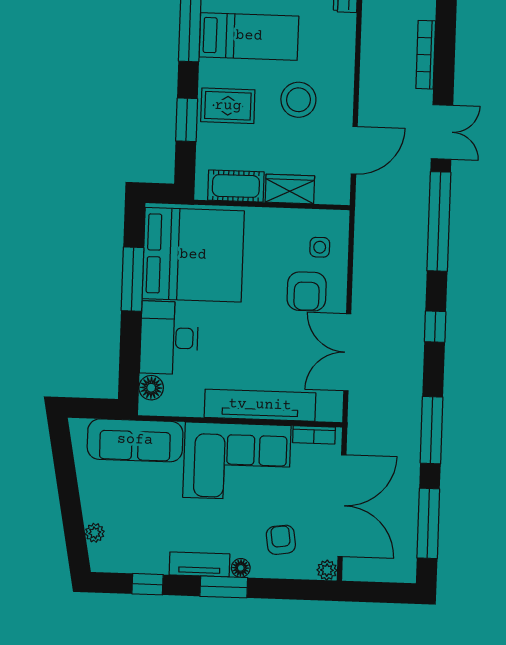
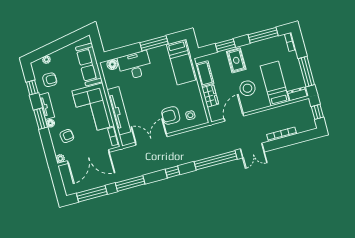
bed: (249, 36) -> (275, 83), moved, turned 180
door: (354, 150) -> (234, 117), swing flipped
bed: (193, 255) -> (181, 62), width x0.49
armchair: (142, 539) -> (50, 80), added

